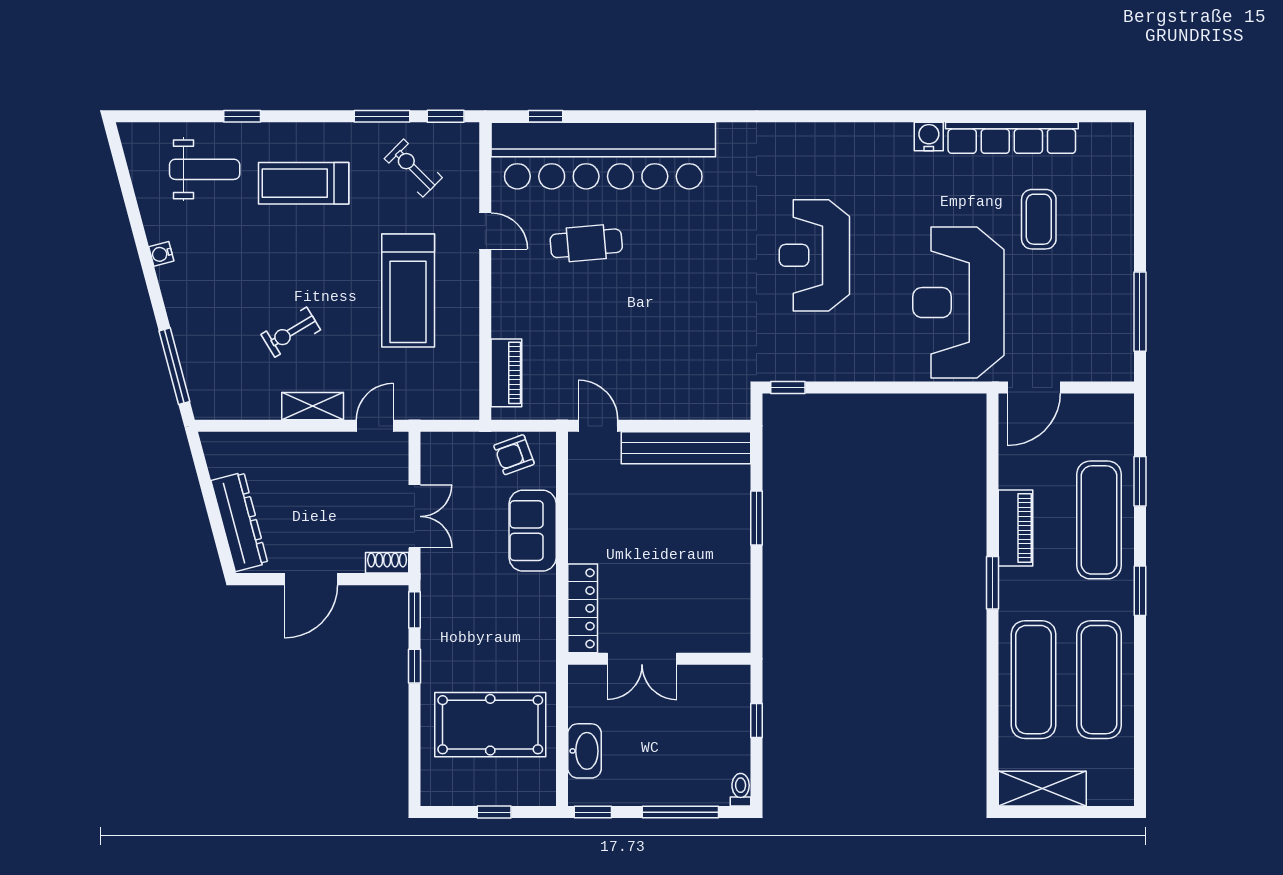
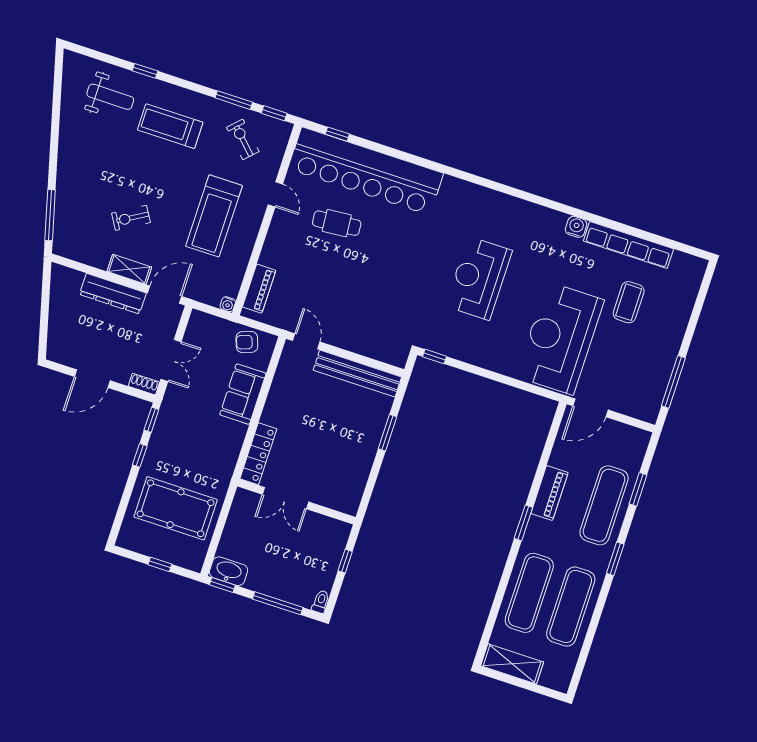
water cooler: (161, 254) -> (228, 304), moved, turned -75
door: (375, 426) -> (165, 295), width x1.38
dresser: (239, 522) -> (113, 294), moved, turned 105
washbasin: (585, 751) -> (229, 571), moved, turned -90

